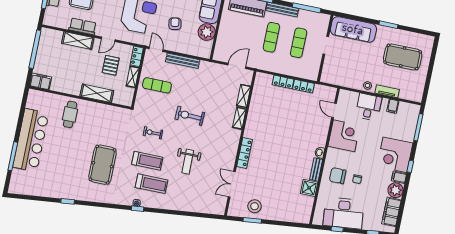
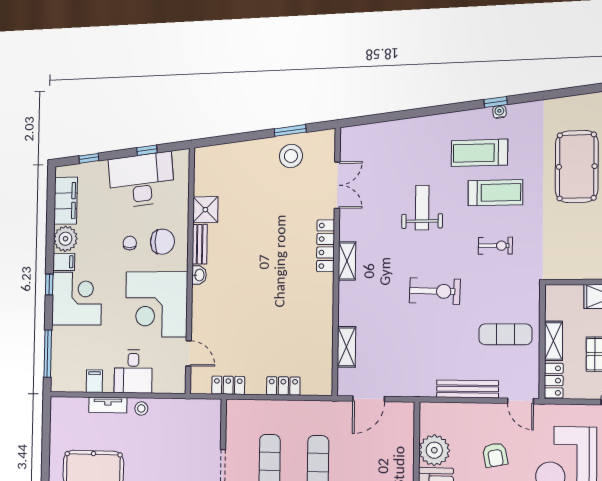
locker: (303, 86) -> (228, 385), moved
shelving: (239, 118) -> (347, 261), moved
corner desk: (344, 136) -> (156, 304), width x1.36, depth x1.36
treadmill: (147, 161) -> (495, 193), turned 180

